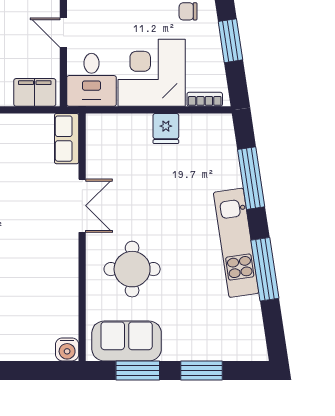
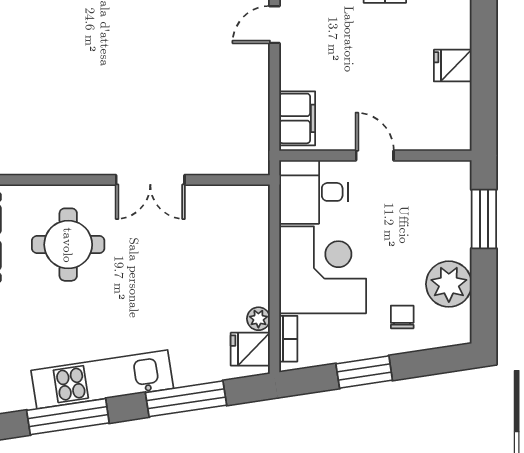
door: (63, 33) -> (375, 155), hinge flipped
plant: (189, 122) -> (258, 319), added
fridge: (166, 129) -> (250, 349), moved
row of seats: (67, 139) -> (237, 160), removed

